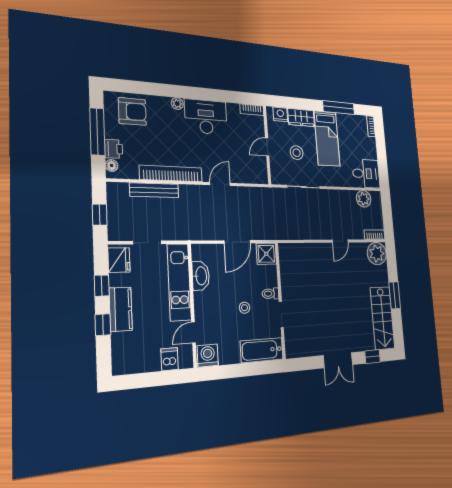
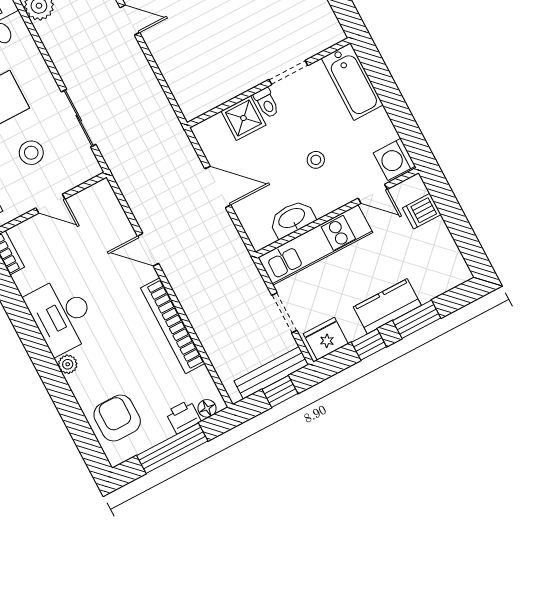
bench: (154, 190) -> (271, 373), moved, turned 90
shower: (266, 254) -> (243, 118), moved
stool: (244, 308) -> (316, 160), moved
window: (103, 325) -> (417, 319), width x1.50

